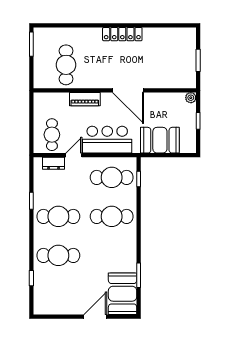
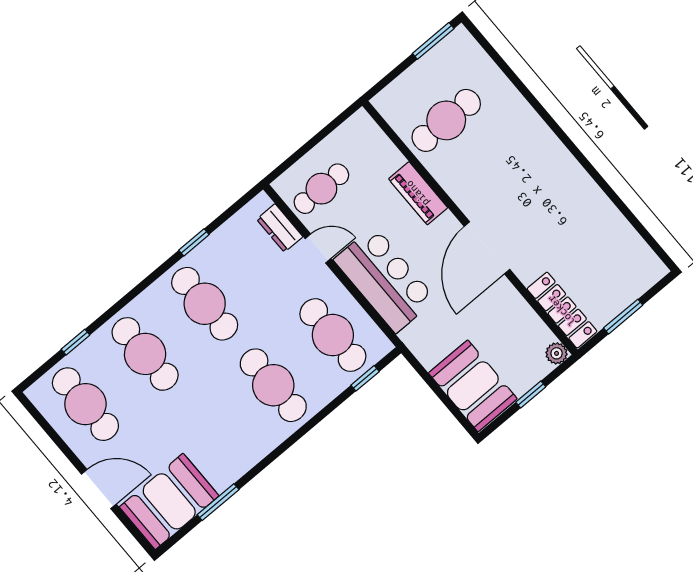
locker: (122, 34) -> (562, 310), moved, turned 180
booth: (160, 140) -> (473, 386), moved
cafe table: (58, 294) -> (85, 404), added

